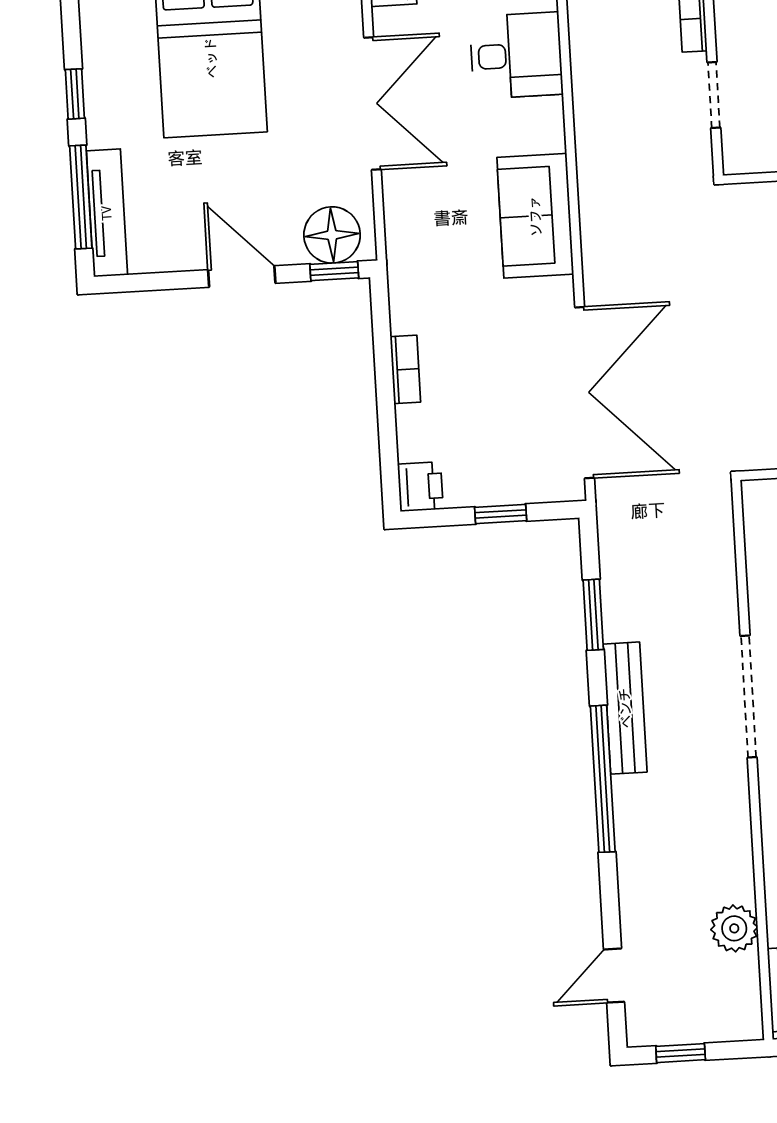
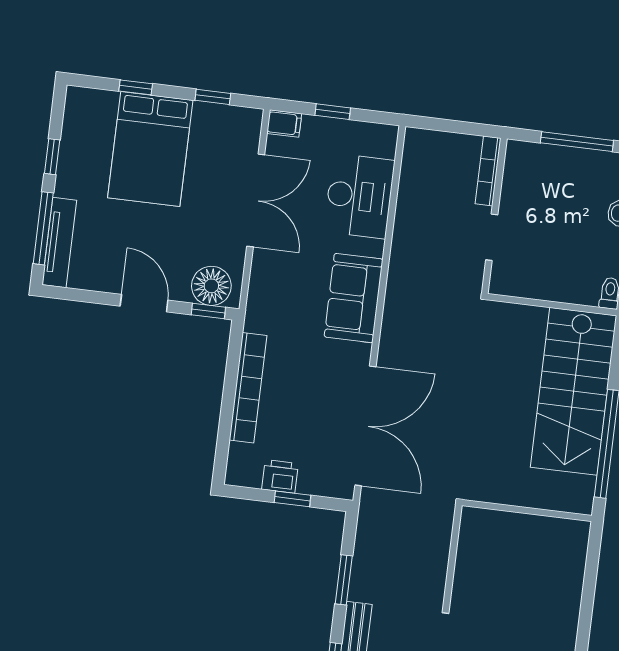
desk: (516, 55) -> (359, 196), width x1.37
bookcase: (405, 369) -> (248, 388), width x2.31, depth x1.31
printer: (420, 487) -> (280, 476), moved, turned -90

